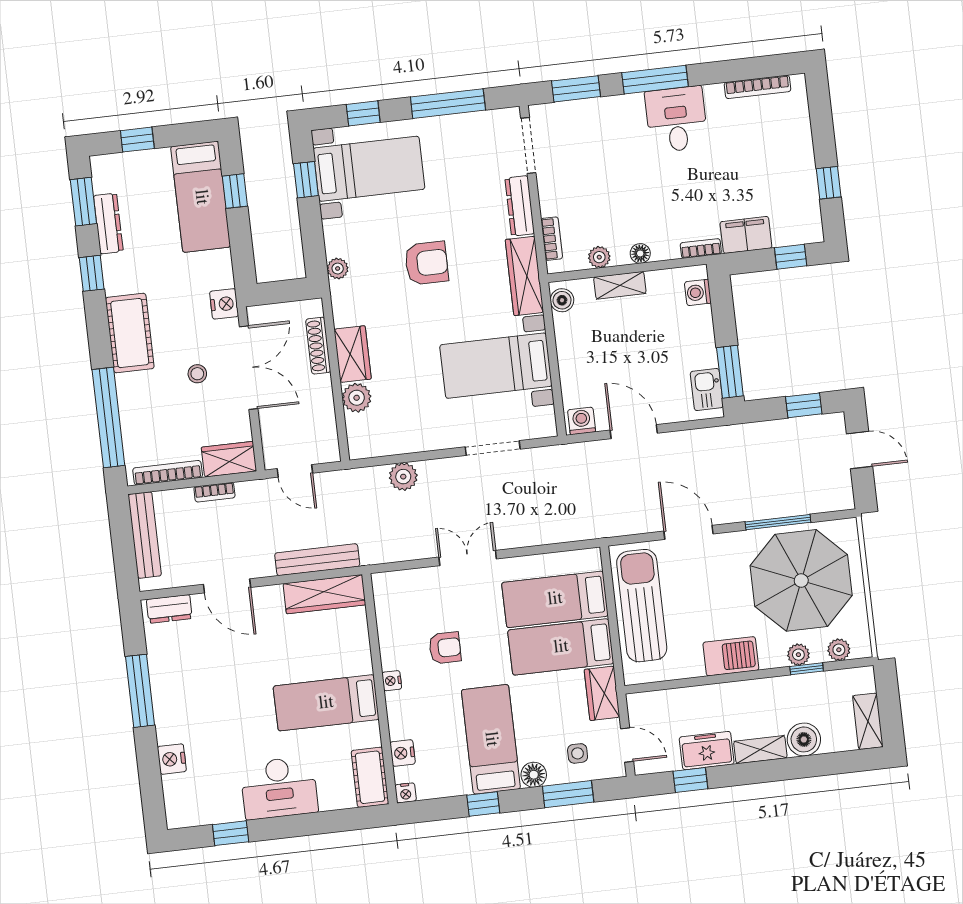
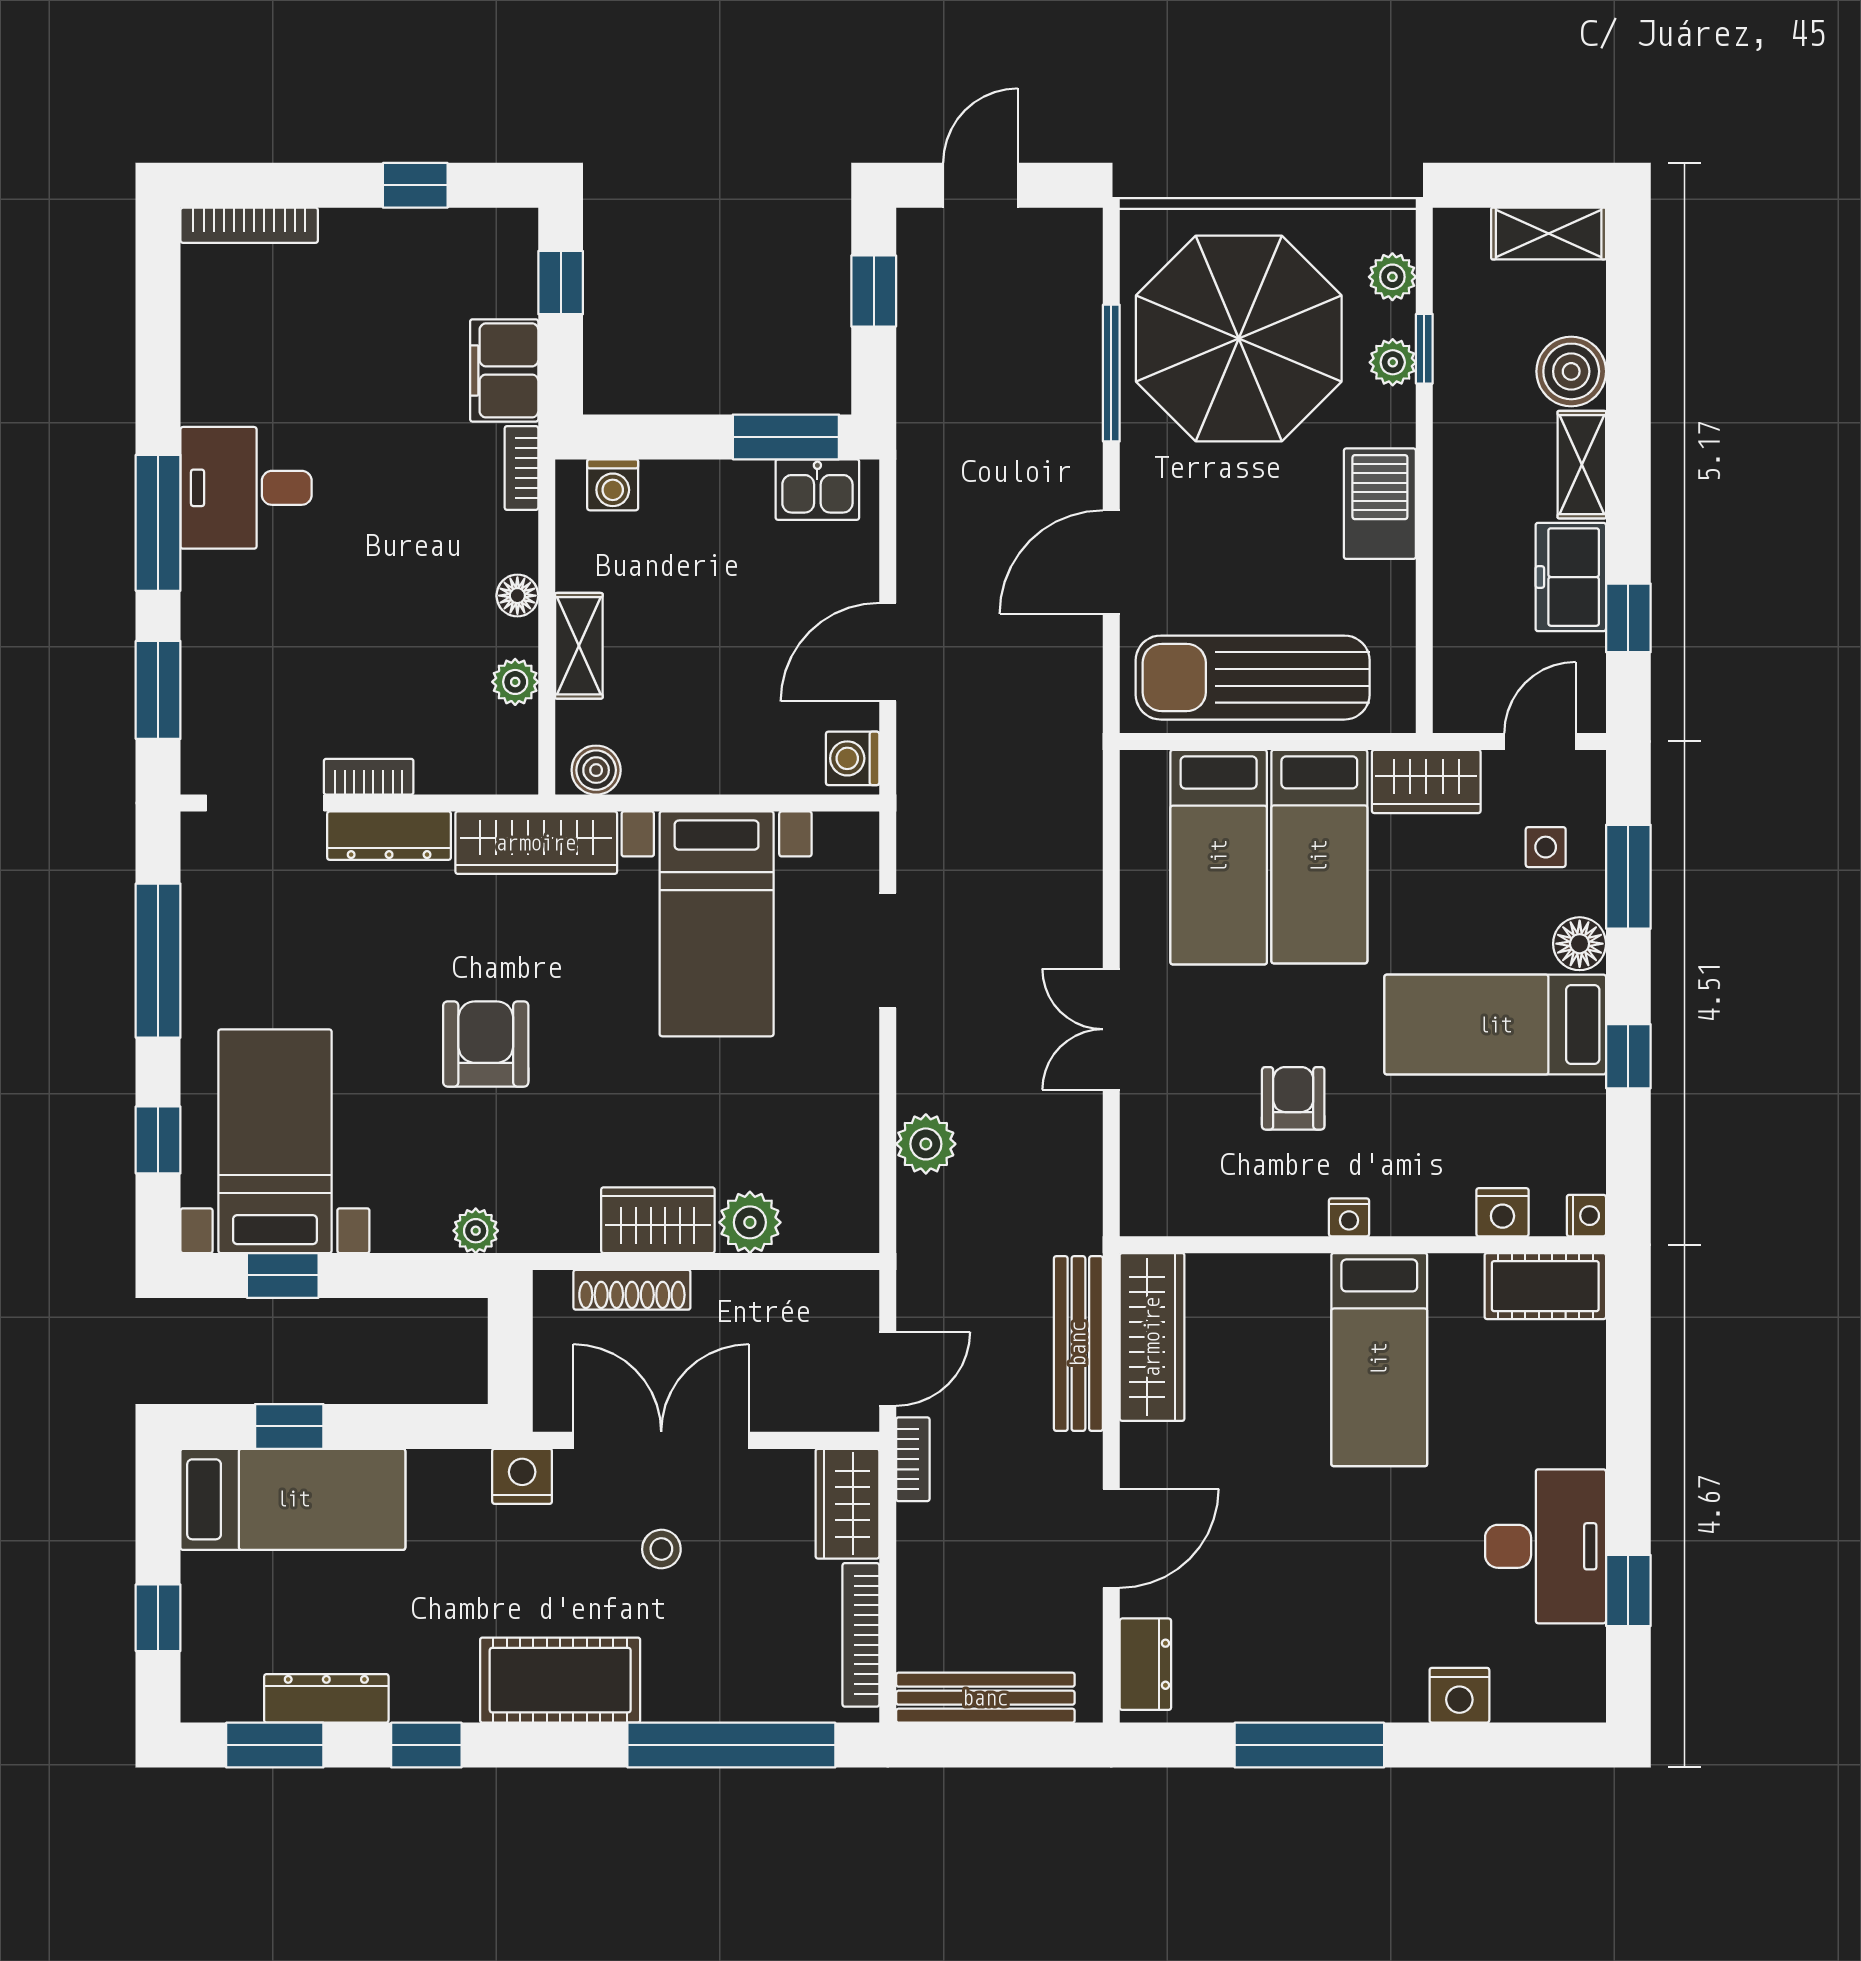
bookcase: (758, 87) -> (249, 225), moved, turned 90
bookcase: (552, 239) -> (369, 777), moved
bookcase: (214, 492) -> (913, 1459), moved
desk: (279, 788) -> (1546, 1546), moved

